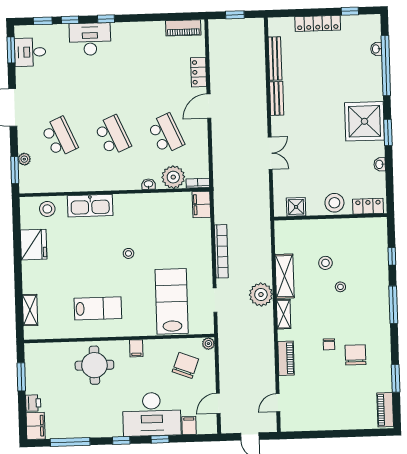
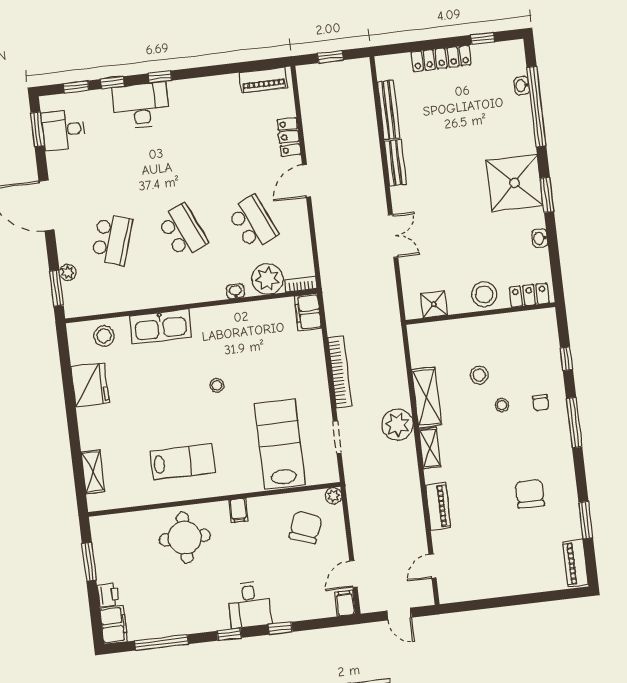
school desk: (60, 137) -> (112, 239), turned 42
chair: (329, 344) -> (541, 403), moved
desk: (152, 414) -> (250, 605), width x0.53, depth x0.77
filing cabinet: (189, 425) -> (345, 603), moved

